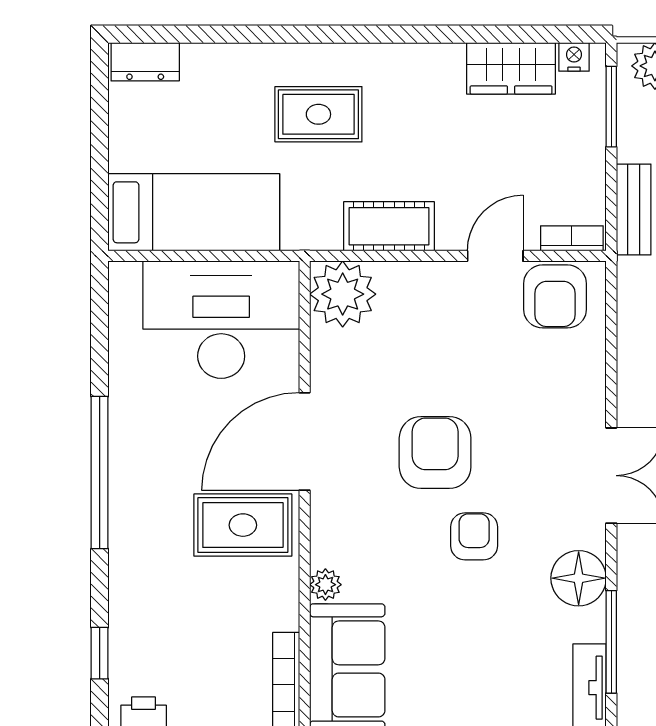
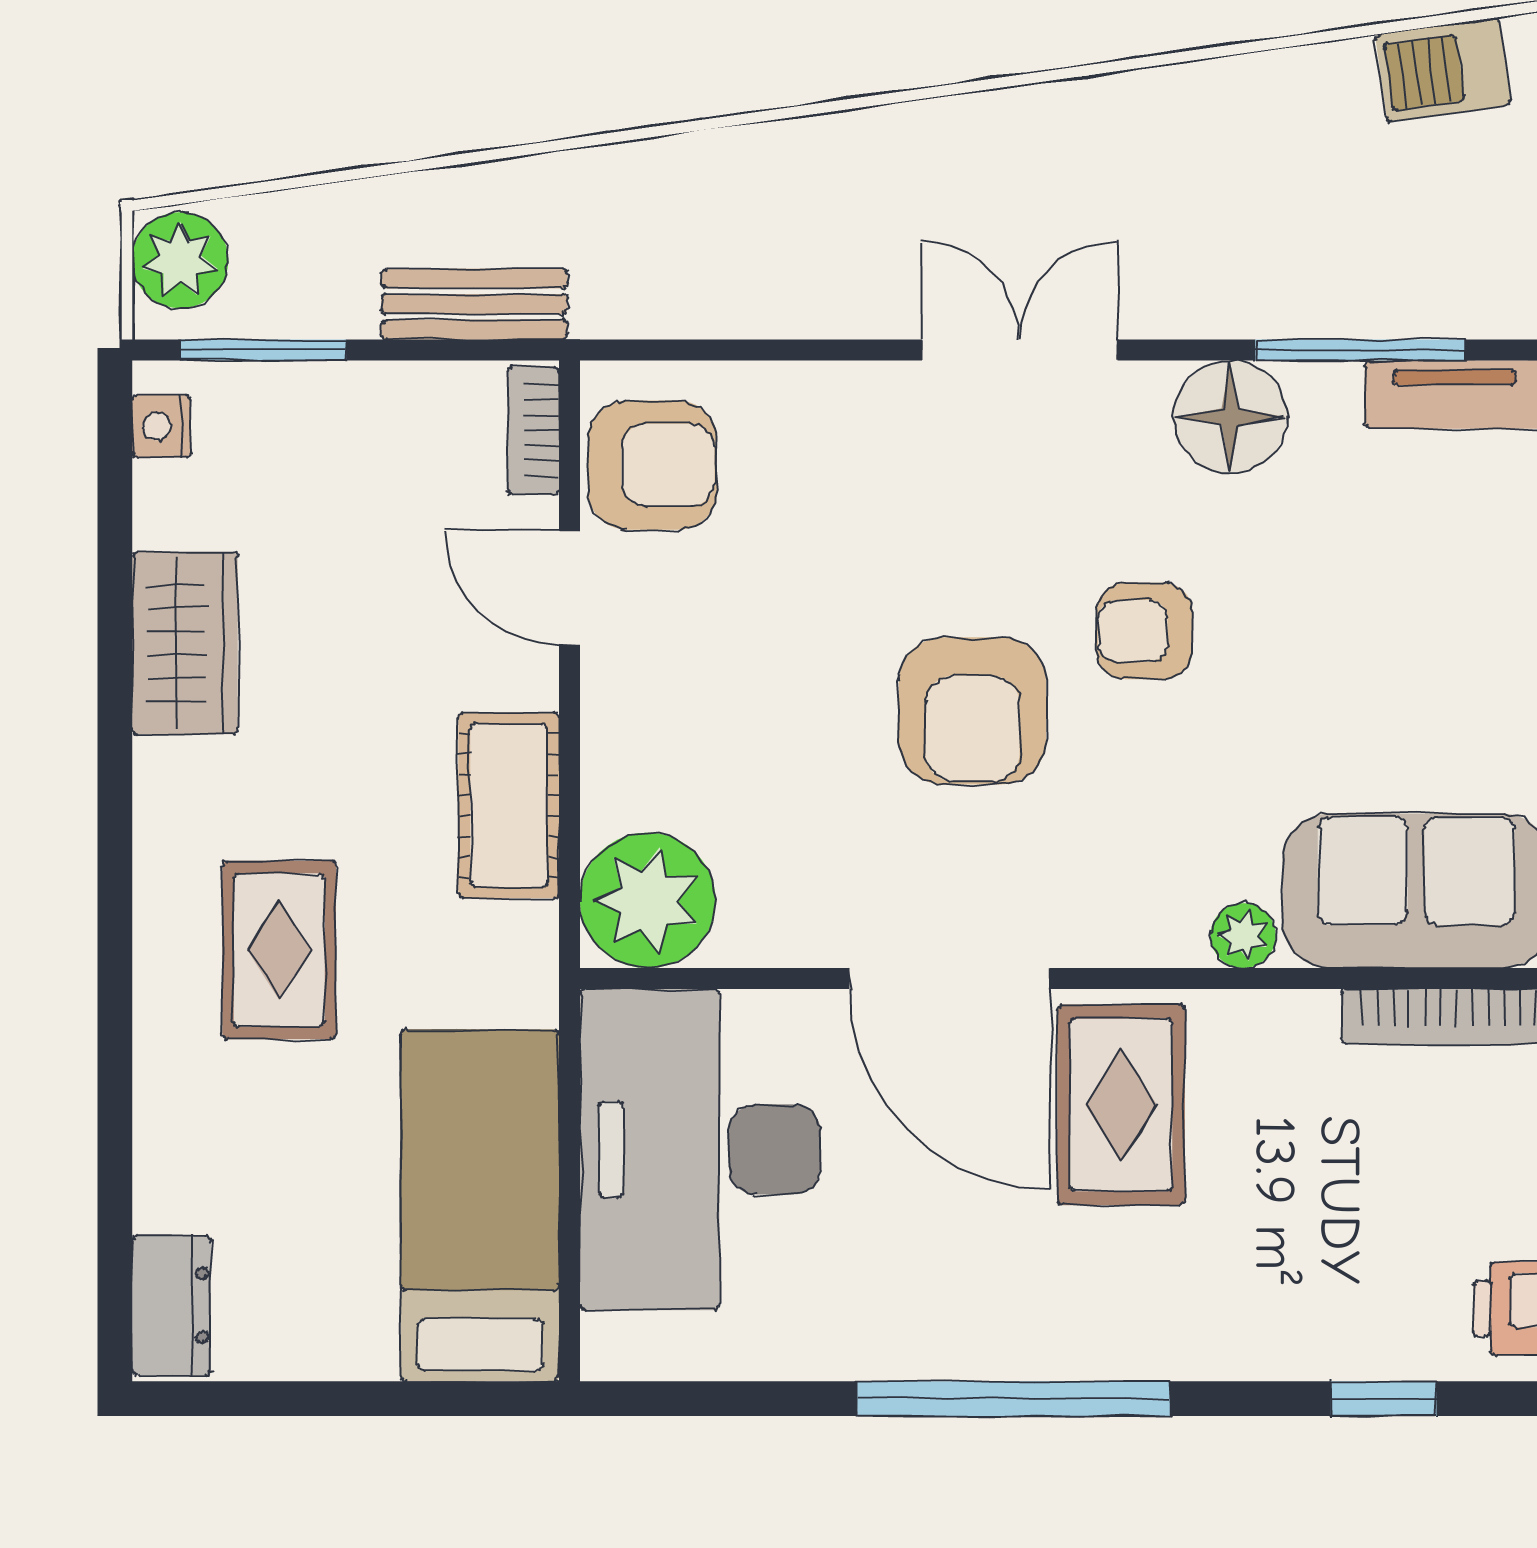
wardrobe: (511, 68) -> (185, 643), moved
armchair: (435, 452) -> (972, 711), turned -90

